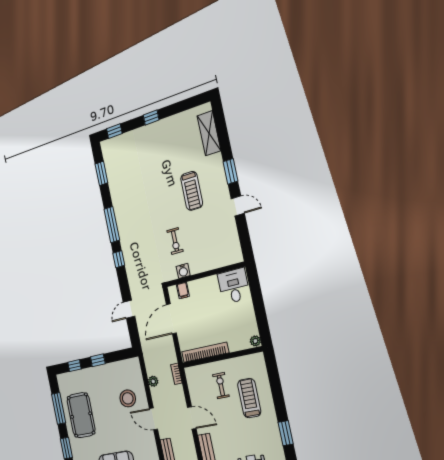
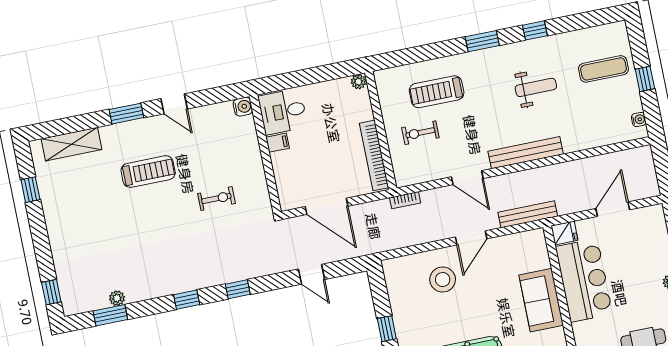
window: (151, 118) -> (30, 190), moved
door: (238, 206) -> (174, 104), swing flipped
window: (112, 225) -> (187, 300), width x0.46
water cooler: (183, 271) -> (243, 107), moved
filing cabinet: (183, 291) -> (278, 143), moved
plant: (153, 381) -> (117, 298), moved
door: (192, 418) -> (467, 178), swing flipped

